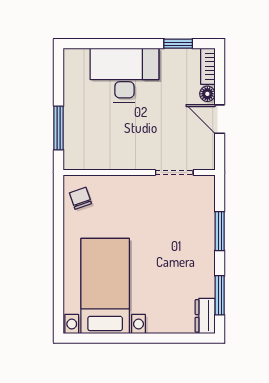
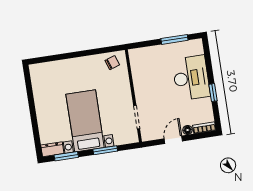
window: (178, 44) -> (213, 93), moved
window: (59, 128) -> (174, 39), moved
bed with nightstands: (105, 286) -> (85, 121), moved, turned -90

